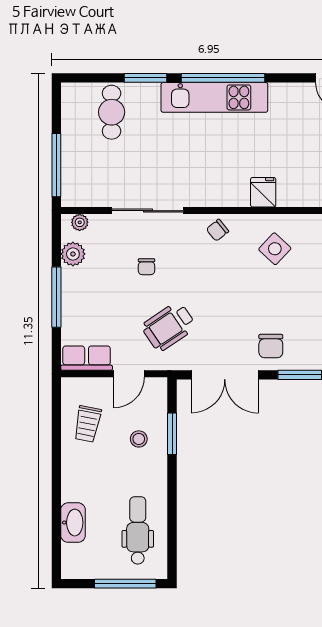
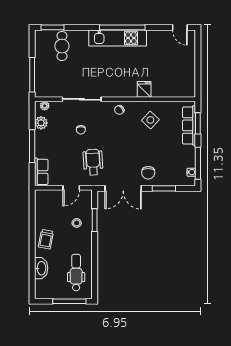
window: (145, 78) -> (53, 27), moved
wheelchair: (169, 326) -> (93, 162), turned 121
row of seats: (87, 358) -> (41, 172), moved, turned 90
trolley: (88, 424) -> (46, 239), moved

